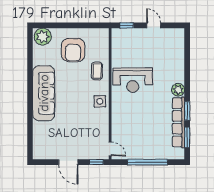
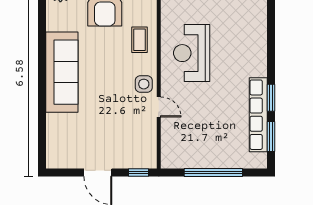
reception desk: (133, 80) -> (192, 53), turned 90
plant: (178, 90) -> (258, 67), removed
door: (110, 149) -> (159, 107), moved

